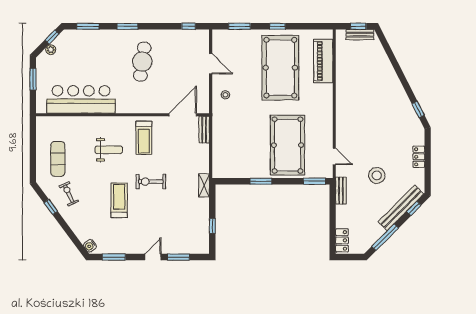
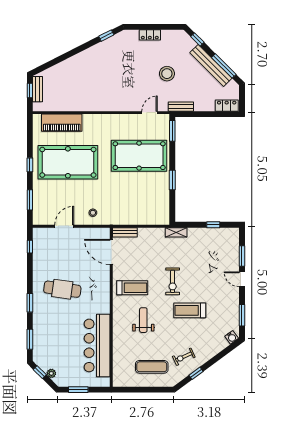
bench: (401, 208) -> (211, 65), moved

